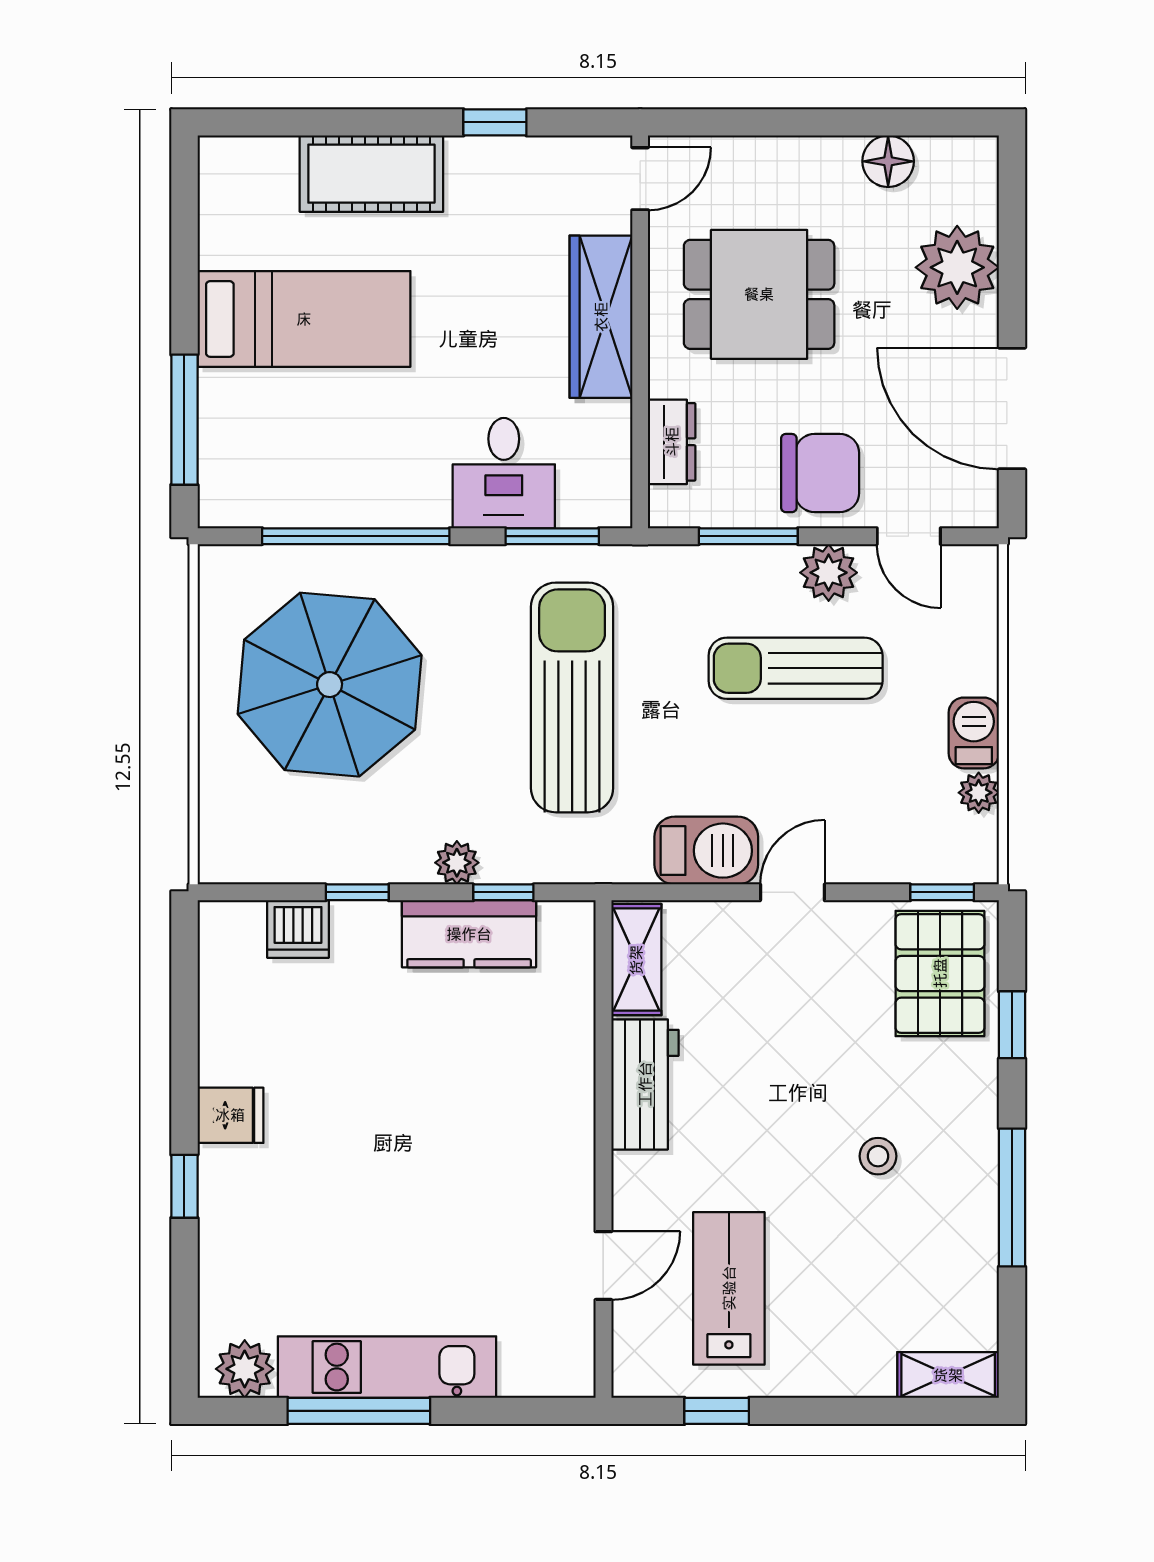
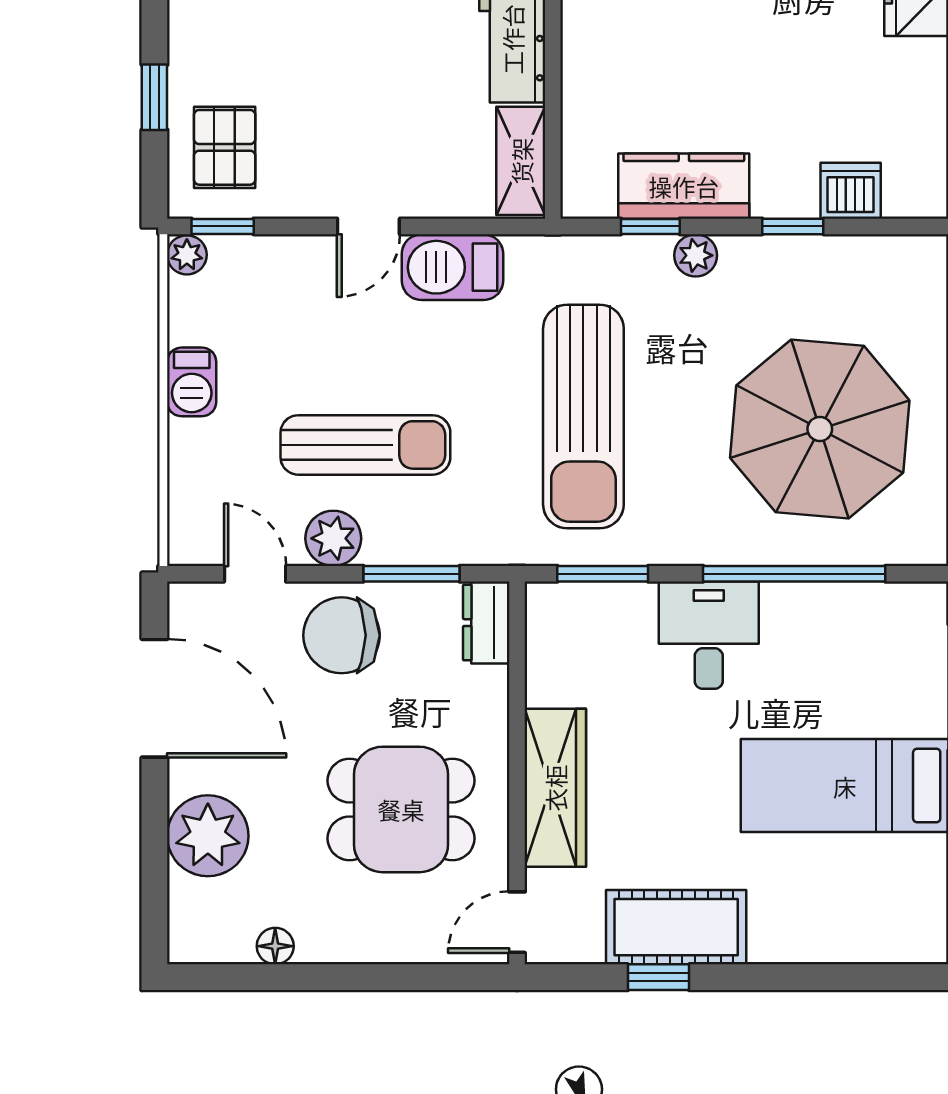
floor lamp: (888, 161) -> (275, 946), width x0.73, depth x0.73
cot: (371, 174) -> (676, 927), moved
dresser: (672, 442) -> (486, 623), moved
desk: (504, 473) -> (709, 635), moved
plant: (979, 793) -> (187, 255), moved
pallet: (940, 973) -> (225, 147), width x0.67, depth x0.71

